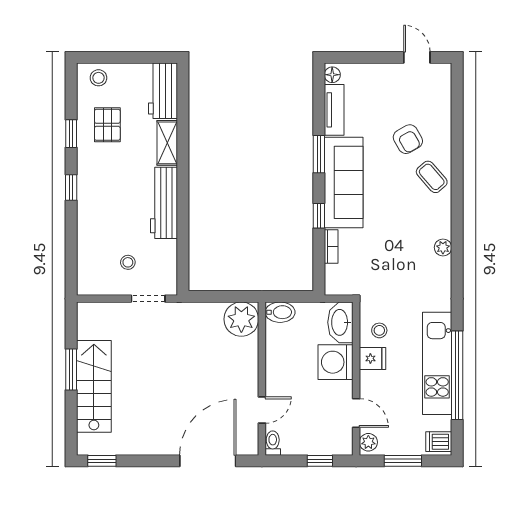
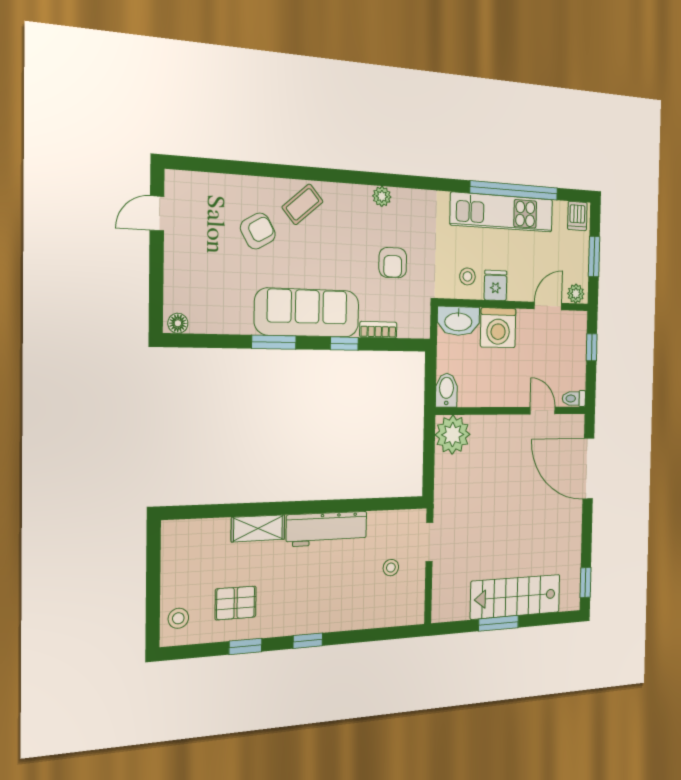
workbench: (163, 91) -> (195, 537), removed
tv unit: (334, 110) -> (221, 322), removed
armchair: (388, 259) -> (393, 263), added

